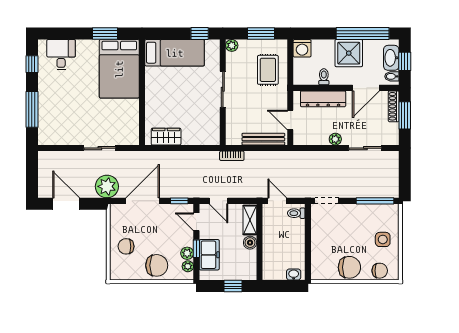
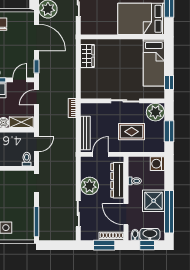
plant: (232, 45) -> (155, 112), width x1.87, depth x1.87
rug: (268, 70) -> (132, 132), moved
plant: (335, 139) -> (90, 186), width x1.87, depth x1.87

